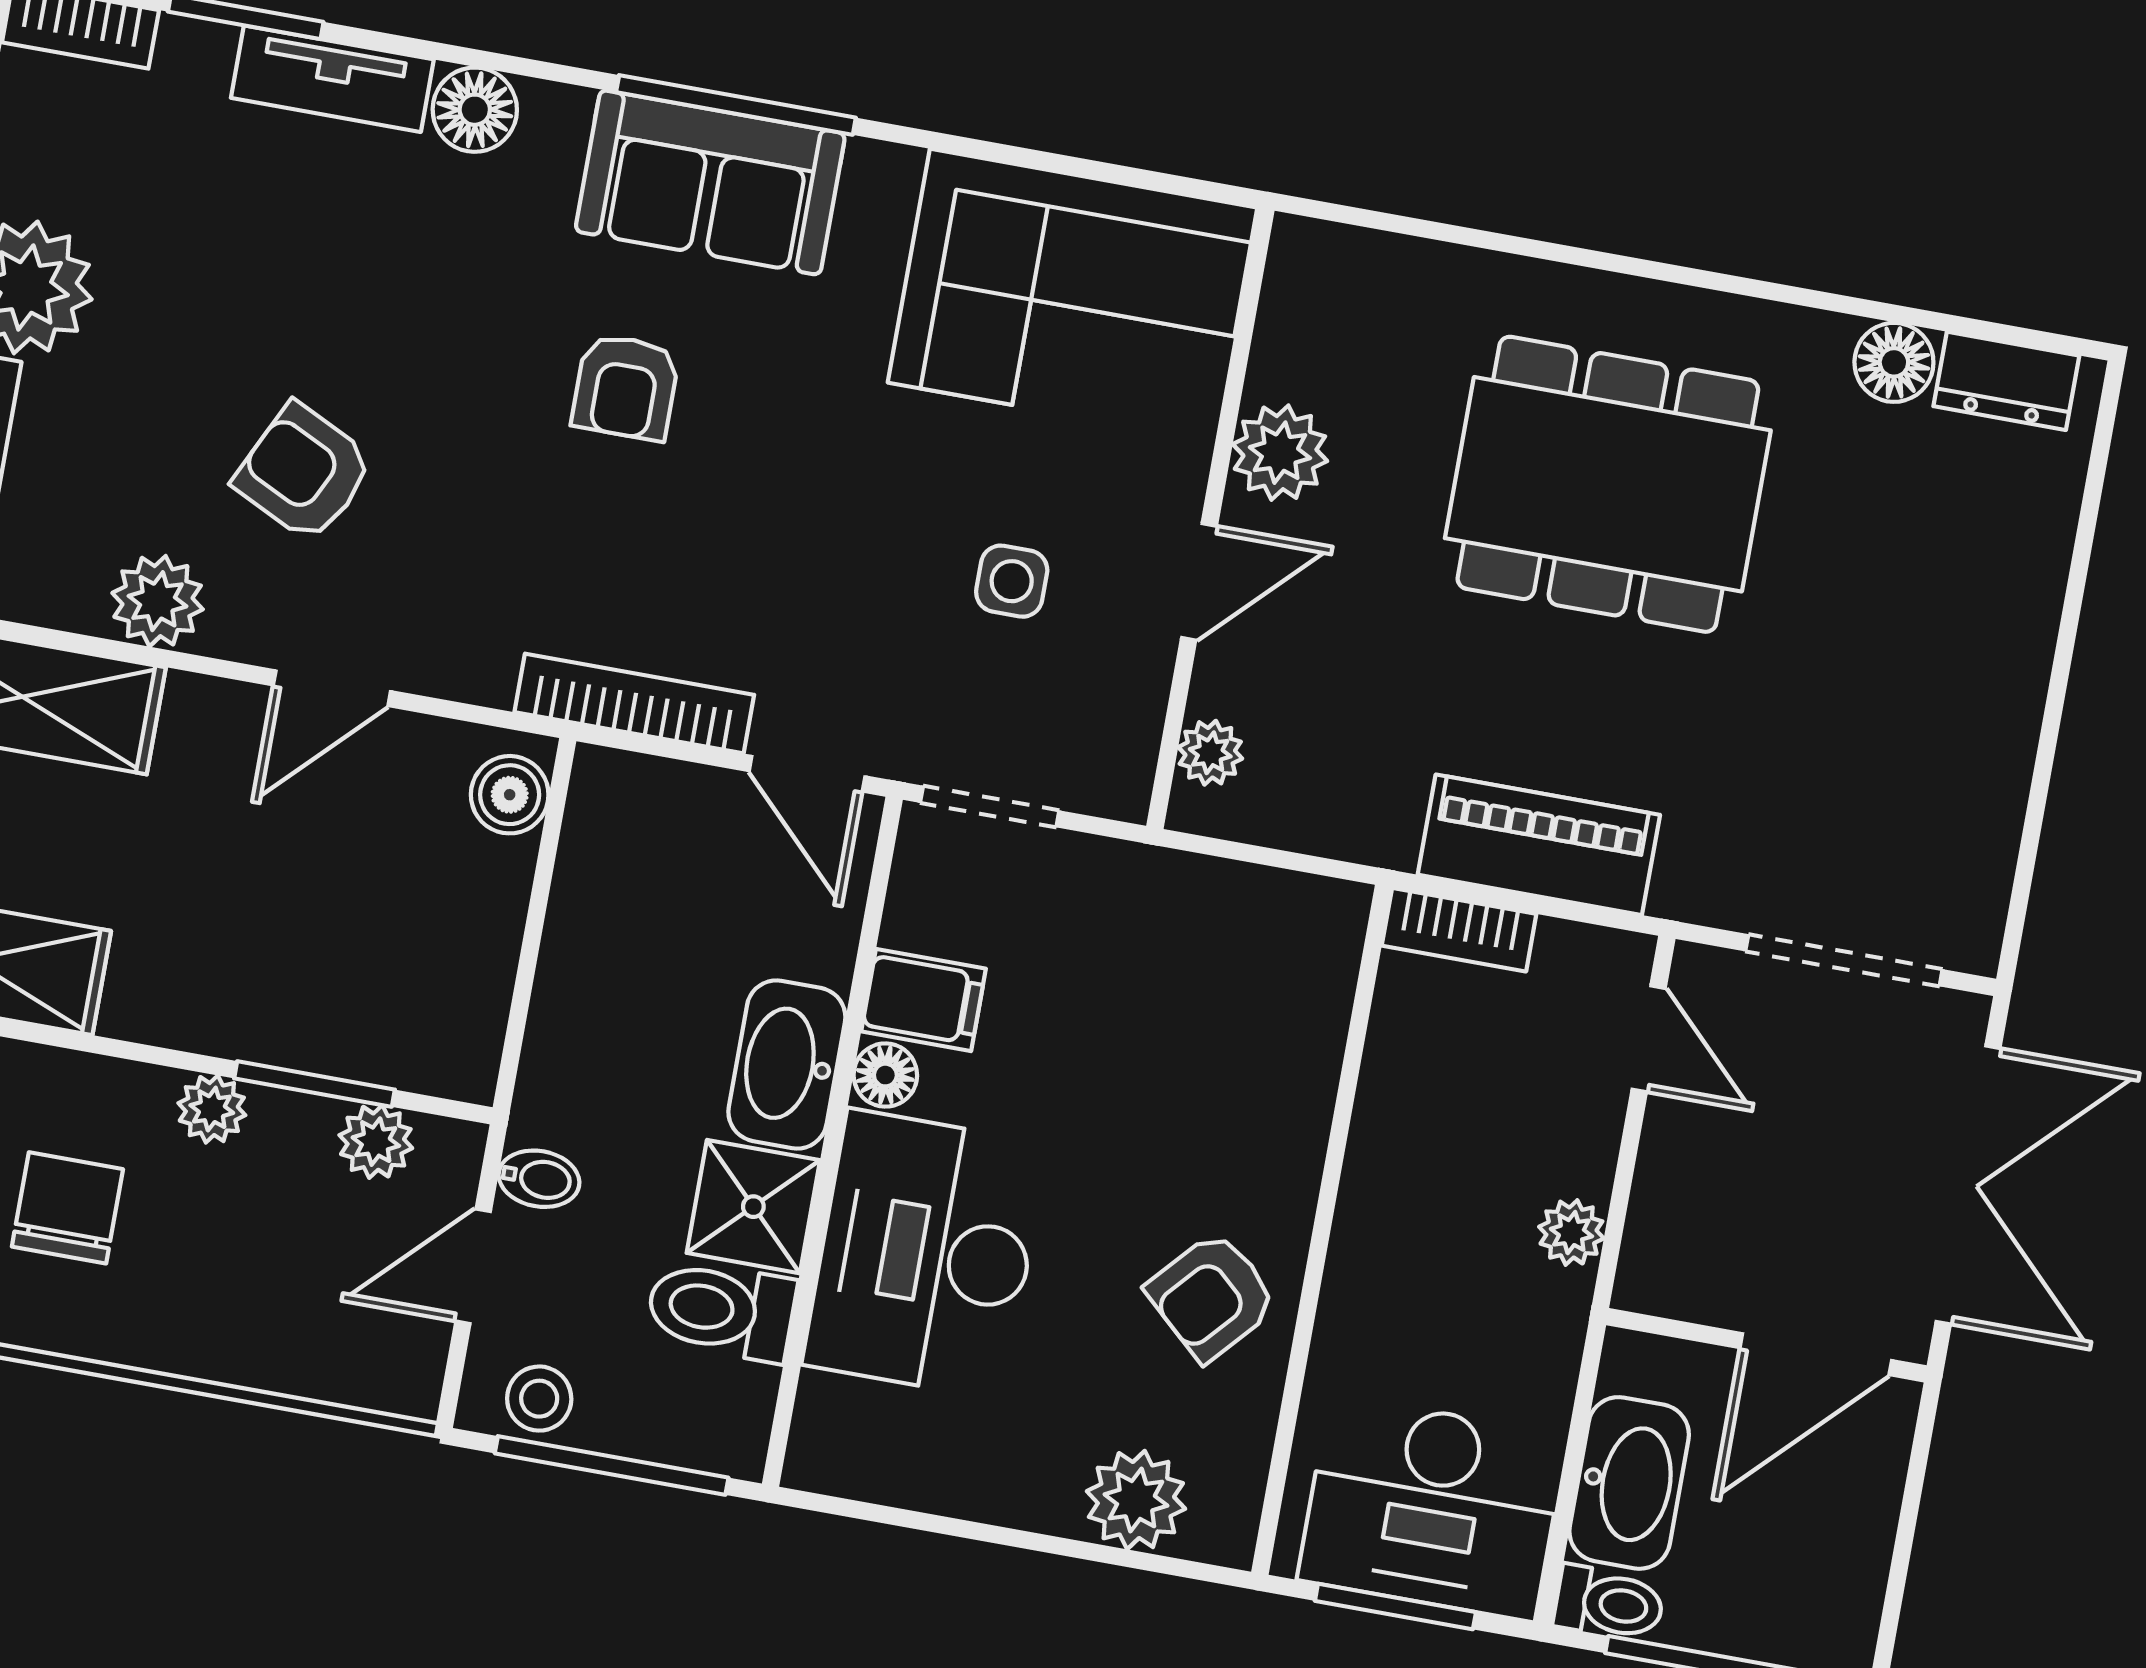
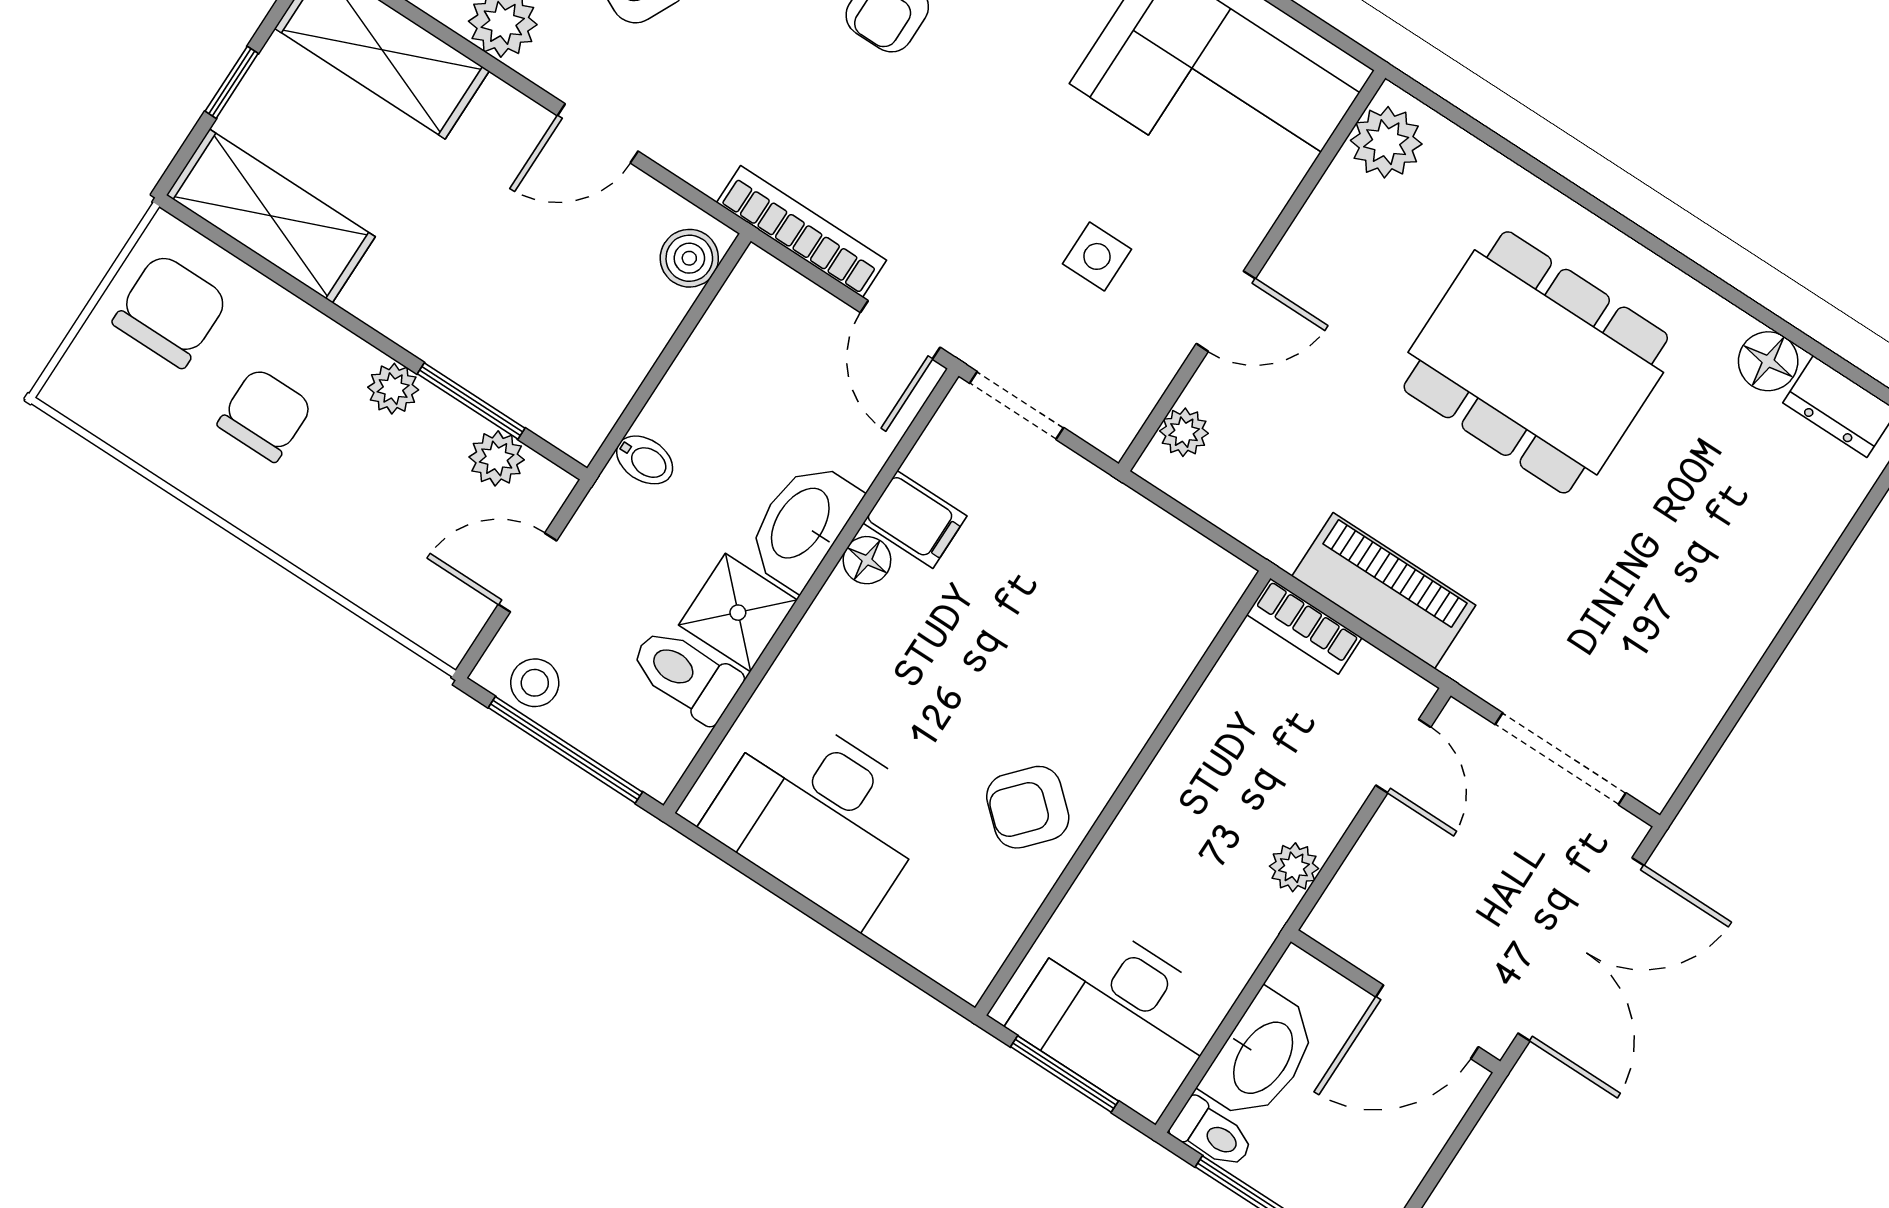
plant: (1280, 453) -> (1386, 142), moved
bidet: (539, 1179) -> (645, 460), moved
desk: (925, 1254) -> (820, 816), moved, turned -90
plant: (1136, 1500) -> (916, 925), removed

